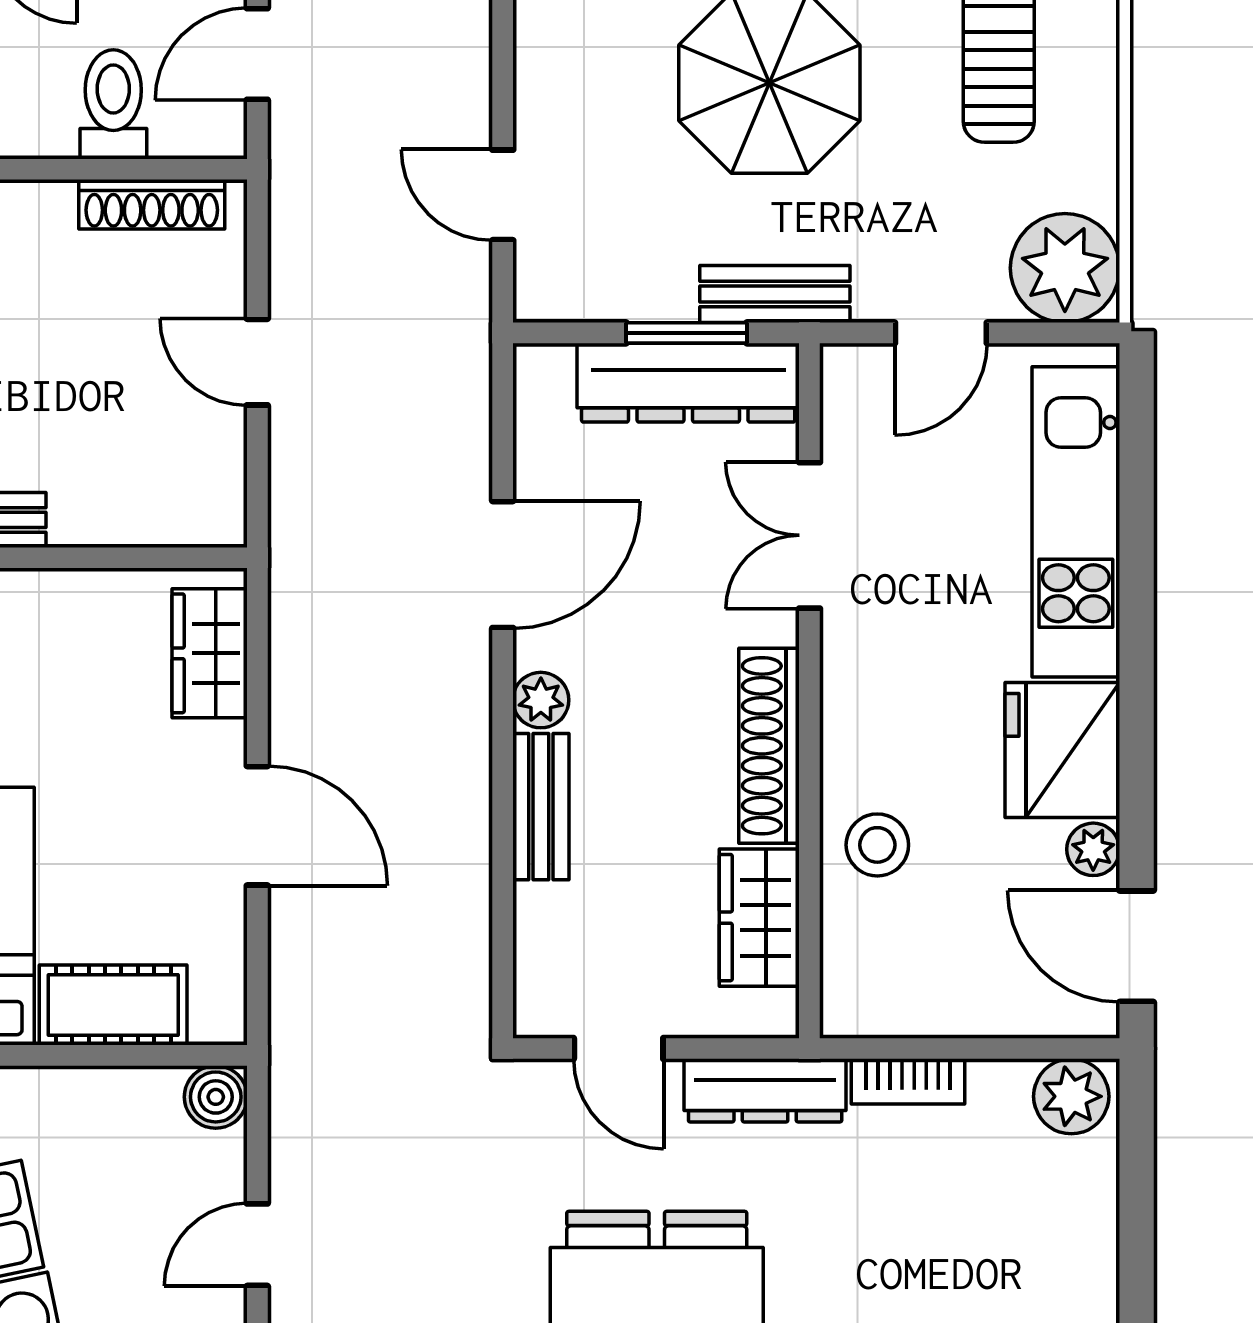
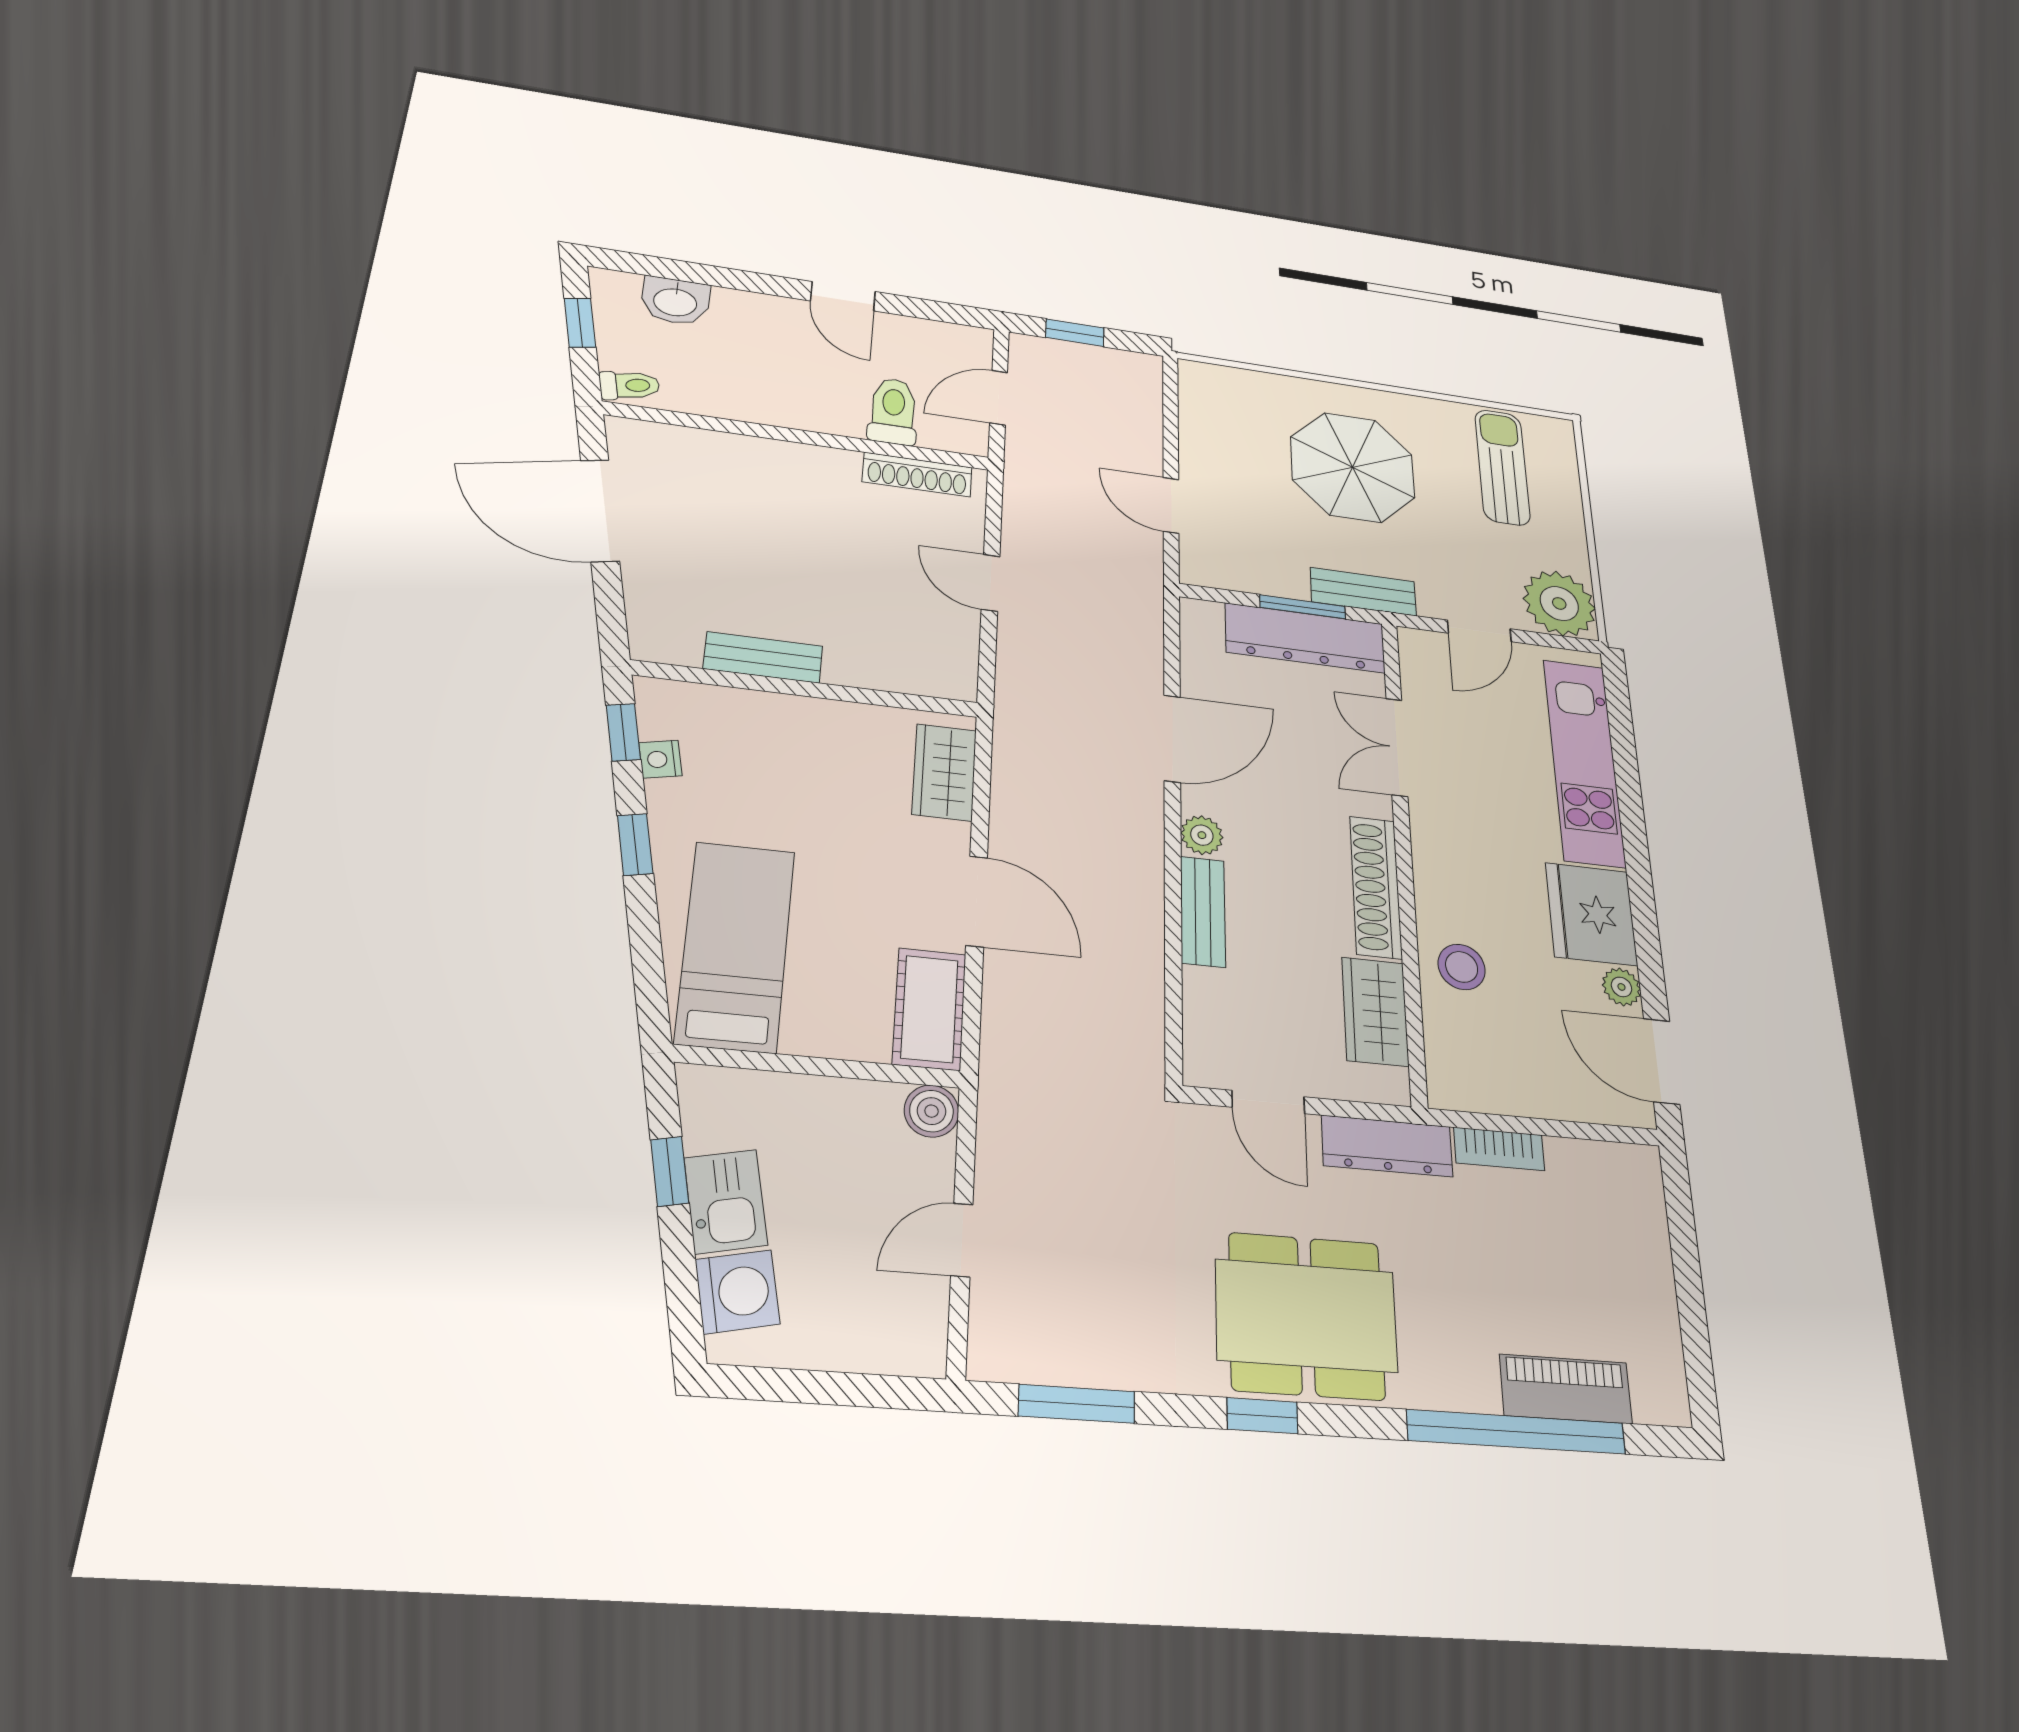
cot: (113, 1005) -> (929, 1009), moved, turned 90
plant: (1071, 1096) -> (1626, 1172), removed

